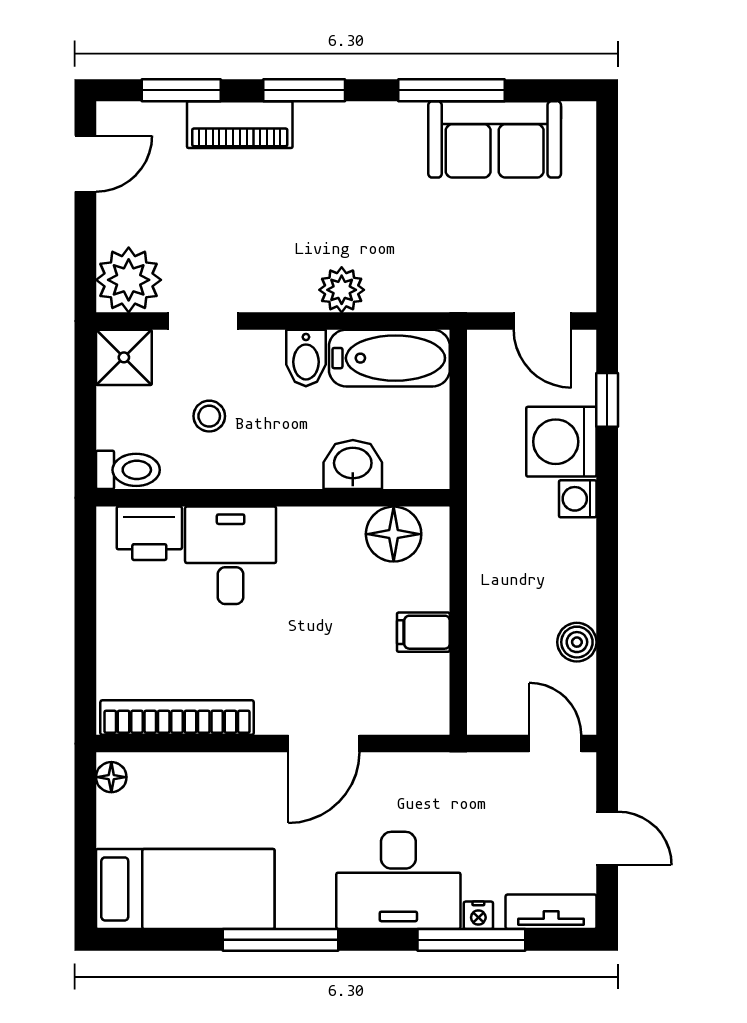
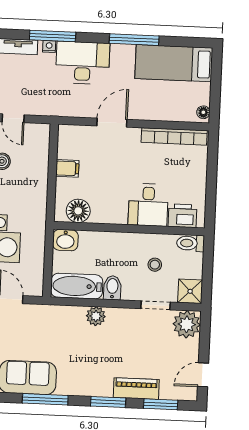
washbasin: (353, 465) -> (65, 240), moved

